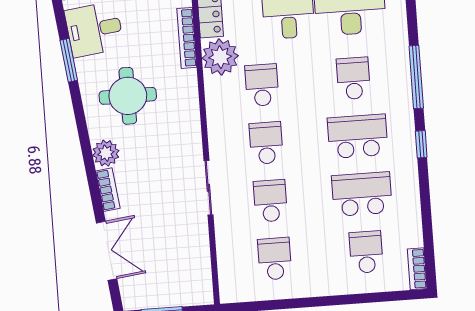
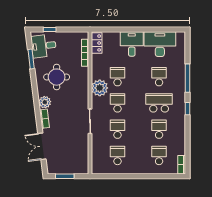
plant: (220, 57) -> (100, 88), moved
school desk: (362, 194) -> (159, 129), width x0.54
double door: (107, 251) -> (42, 146), swing flipped

